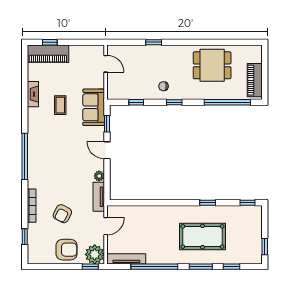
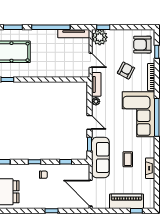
piano: (48, 54) -> (127, 201), moved
door: (106, 64) -> (91, 193), width x1.88
sofa: (94, 107) -> (100, 157), width x1.36
corner sofa: (47, 160) -> (139, 114), added
door: (106, 226) -> (91, 60), swing flipped
armchair: (67, 250) -> (142, 45), moved

